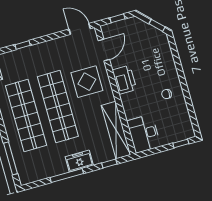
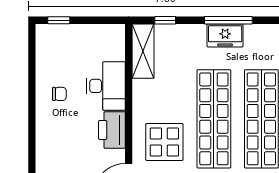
shelving: (116, 130) -> (143, 51), width x0.68
desk: (144, 134) -> (106, 86), moved
freezer: (79, 161) -> (225, 35), moved

